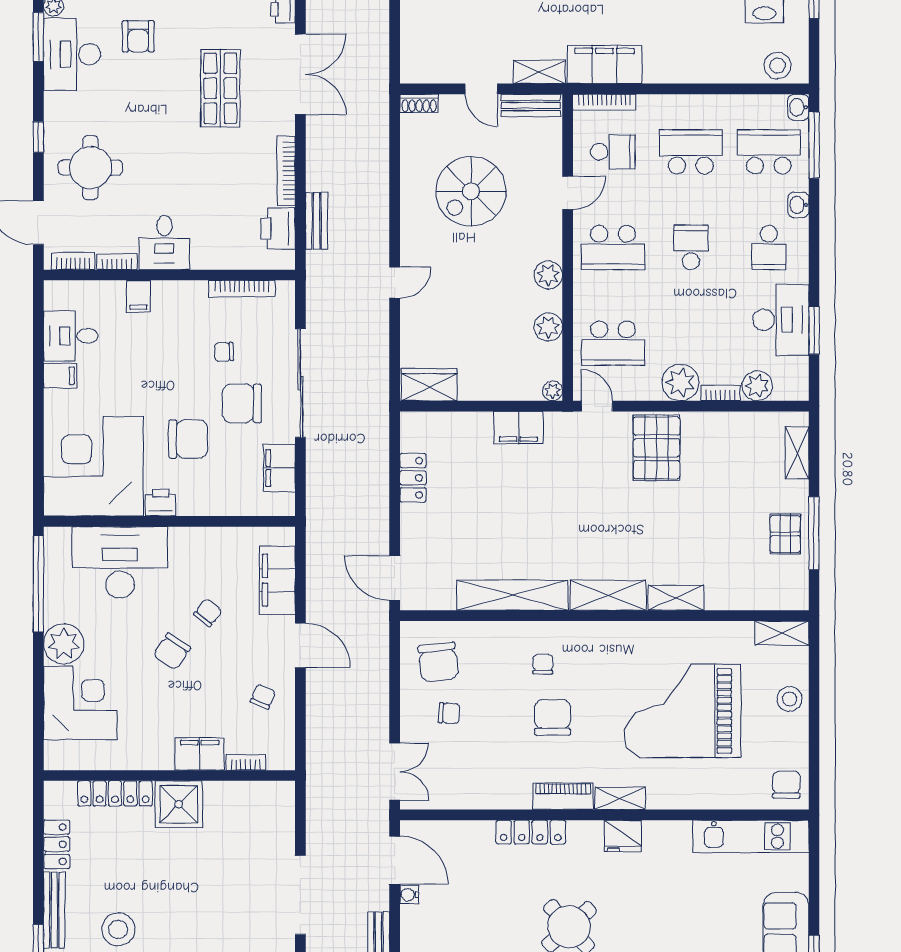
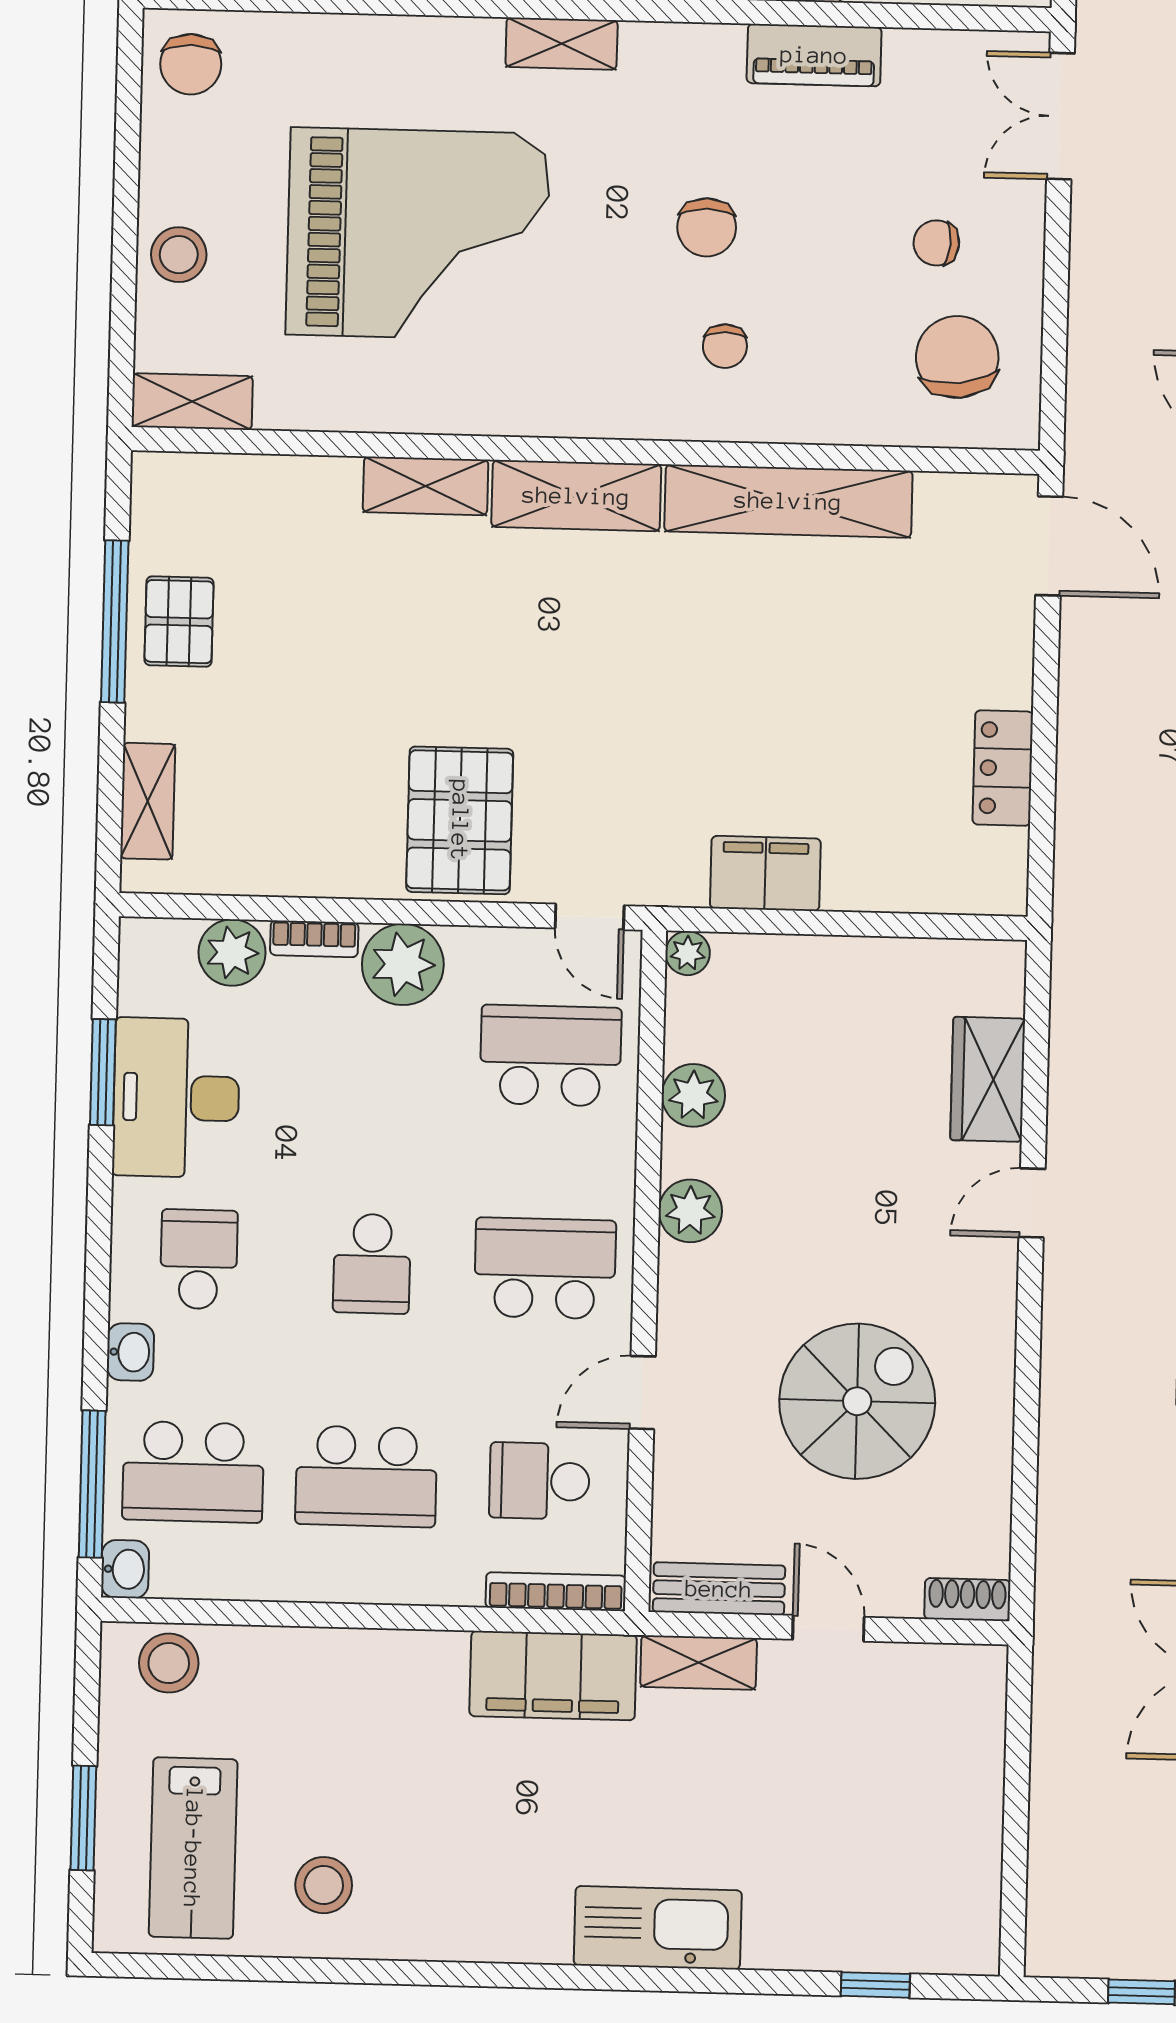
wardrobe: (429, 385) -> (988, 1079), moved, turned 90
chair: (552, 717) -> (707, 227), width x0.73, depth x0.73
piano: (563, 796) -> (814, 55), moved

